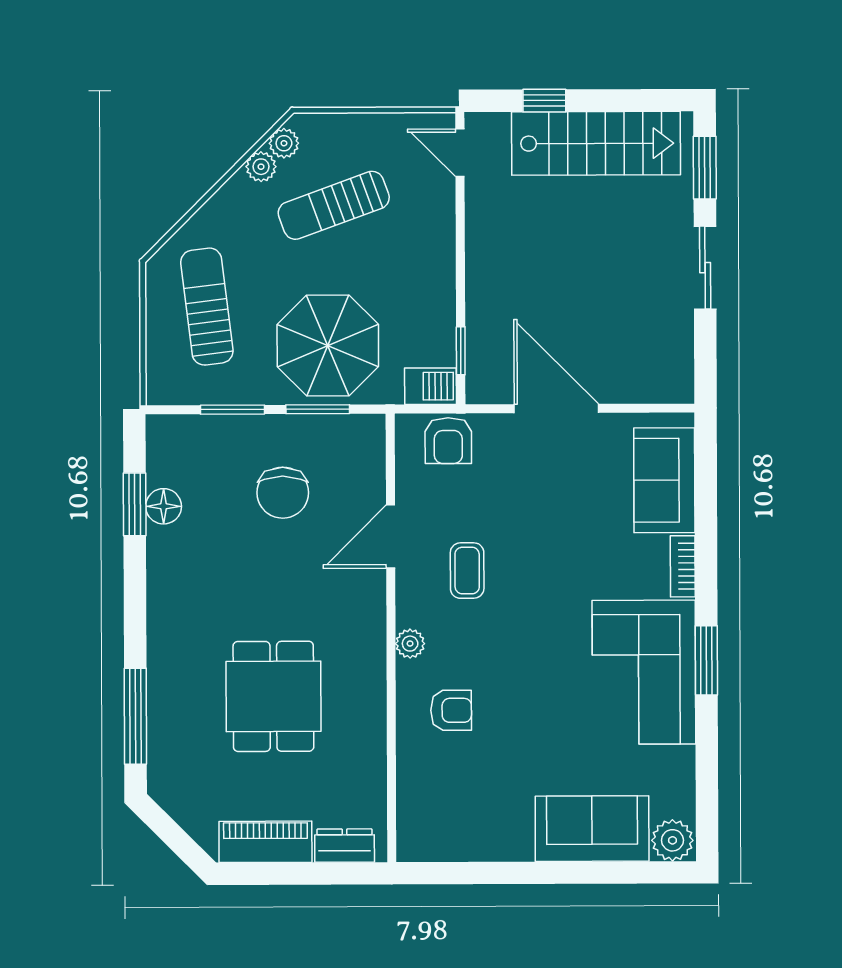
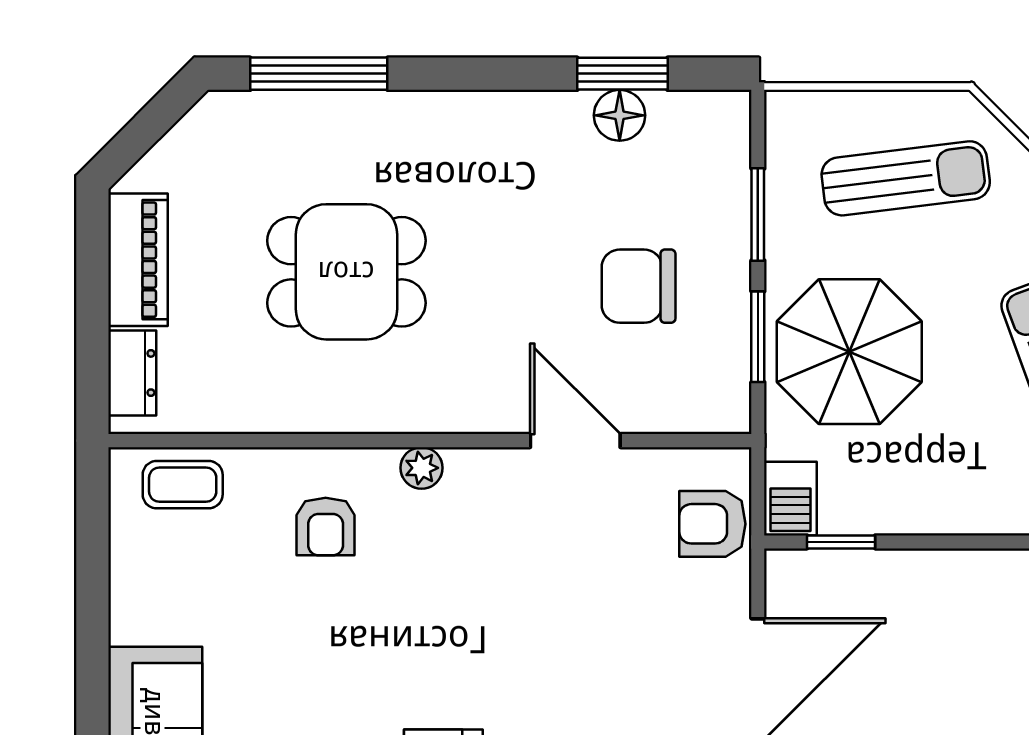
coffee table: (467, 571) -> (183, 485), moved

